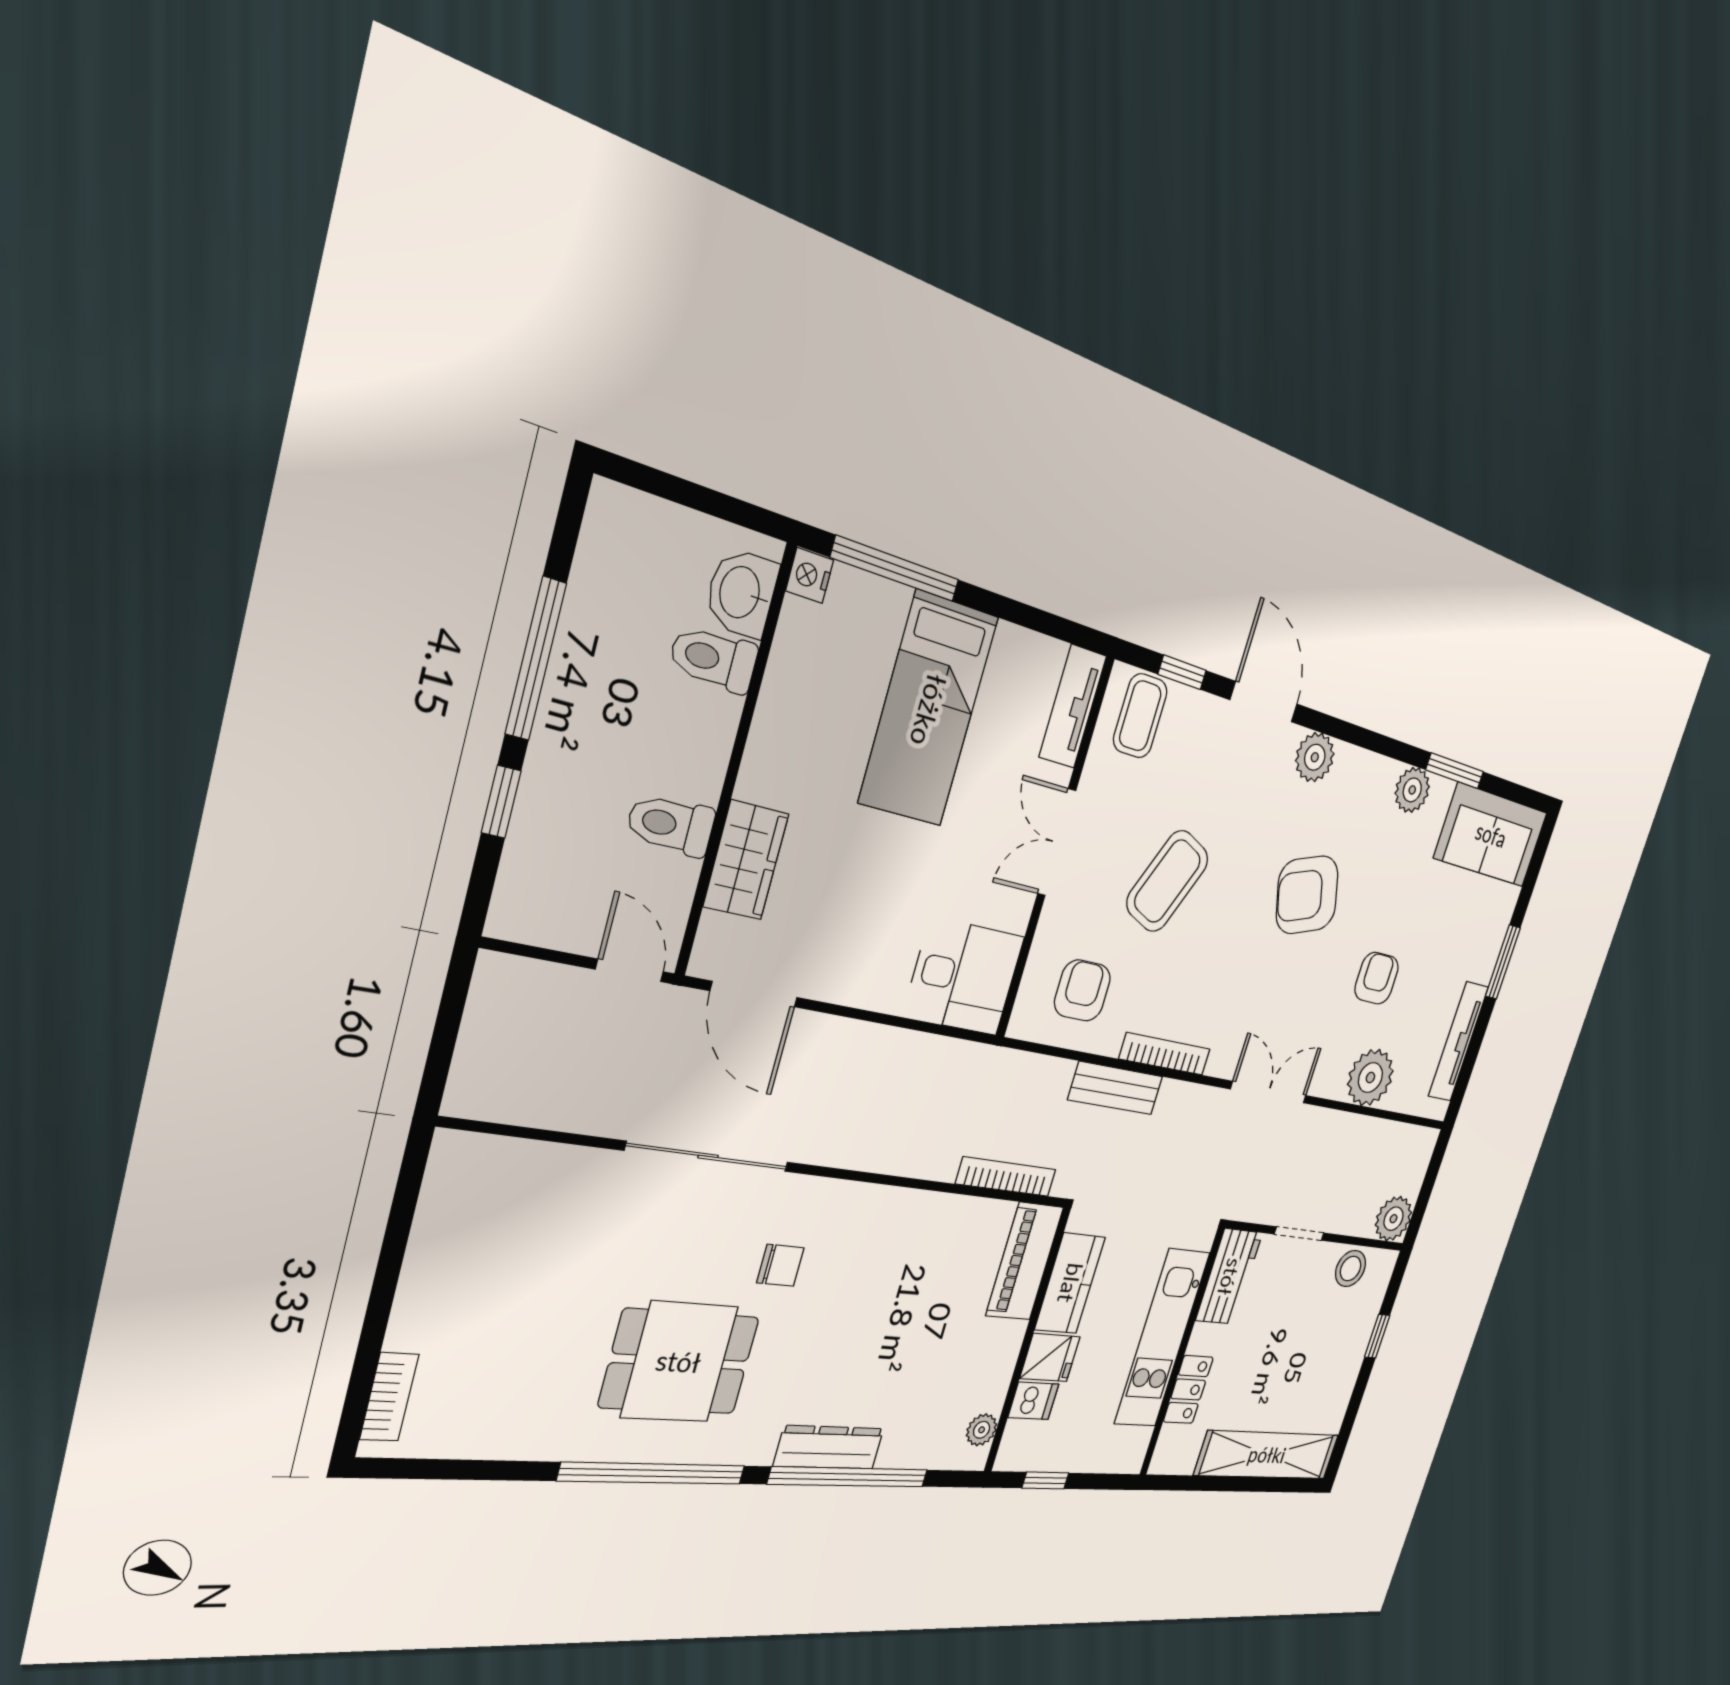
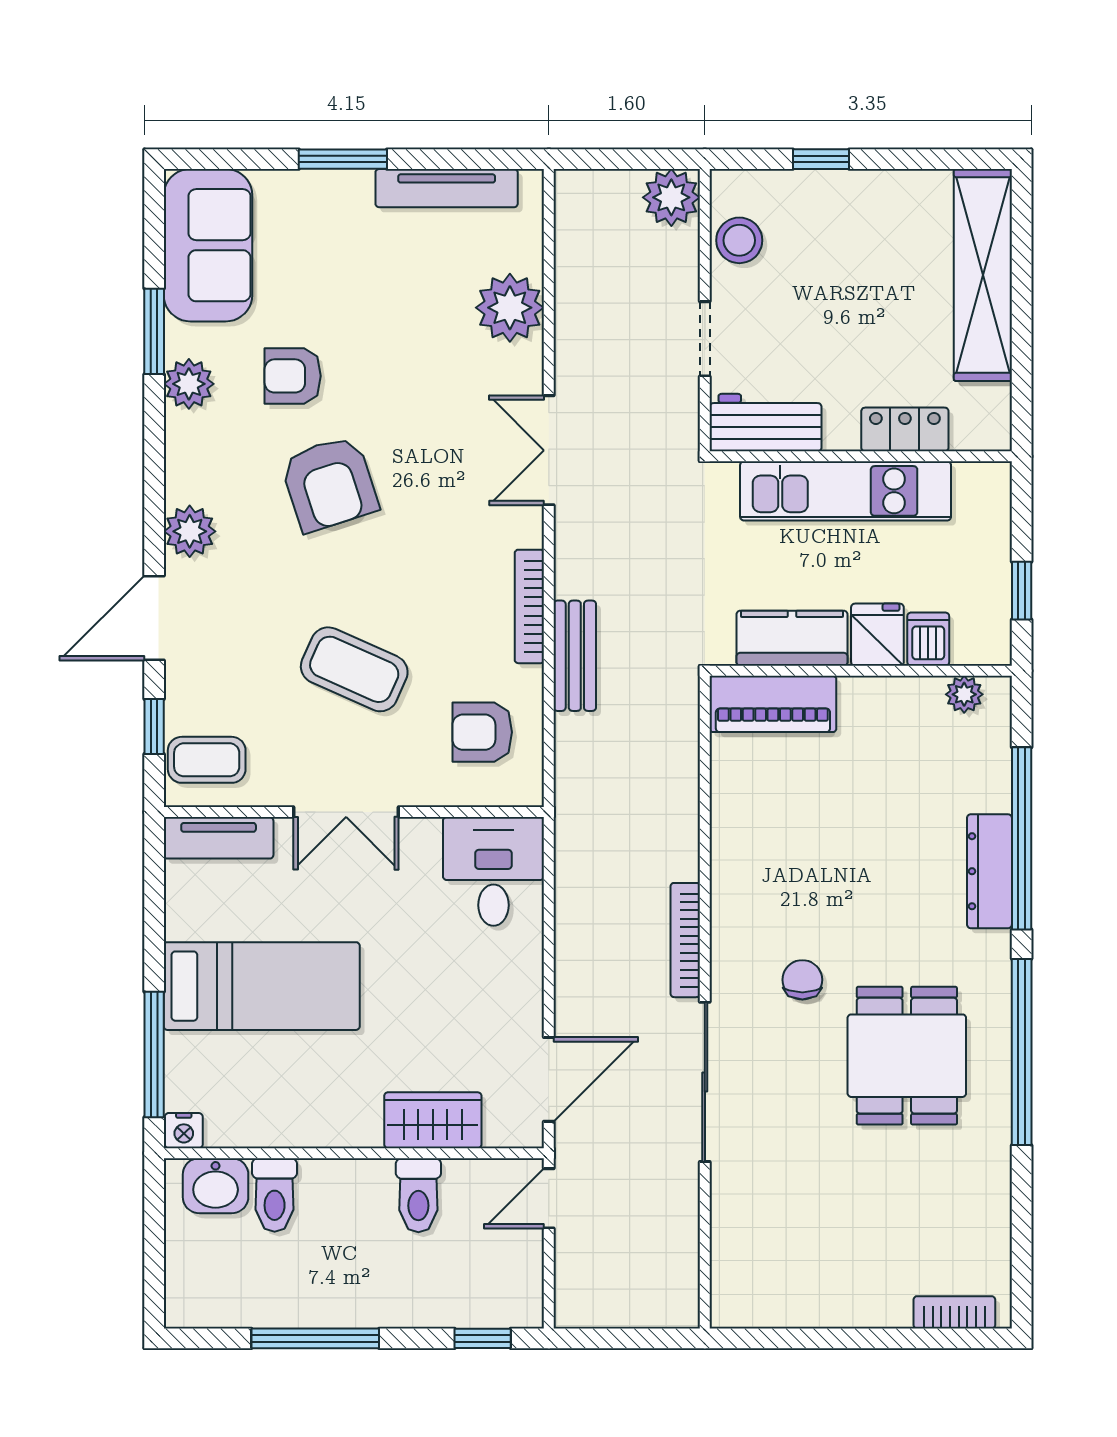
window: (501, 802) -> (483, 1338), moved
armchair: (1377, 978) -> (293, 376), moved
bookcase: (1006, 1177) -> (685, 940), moved

